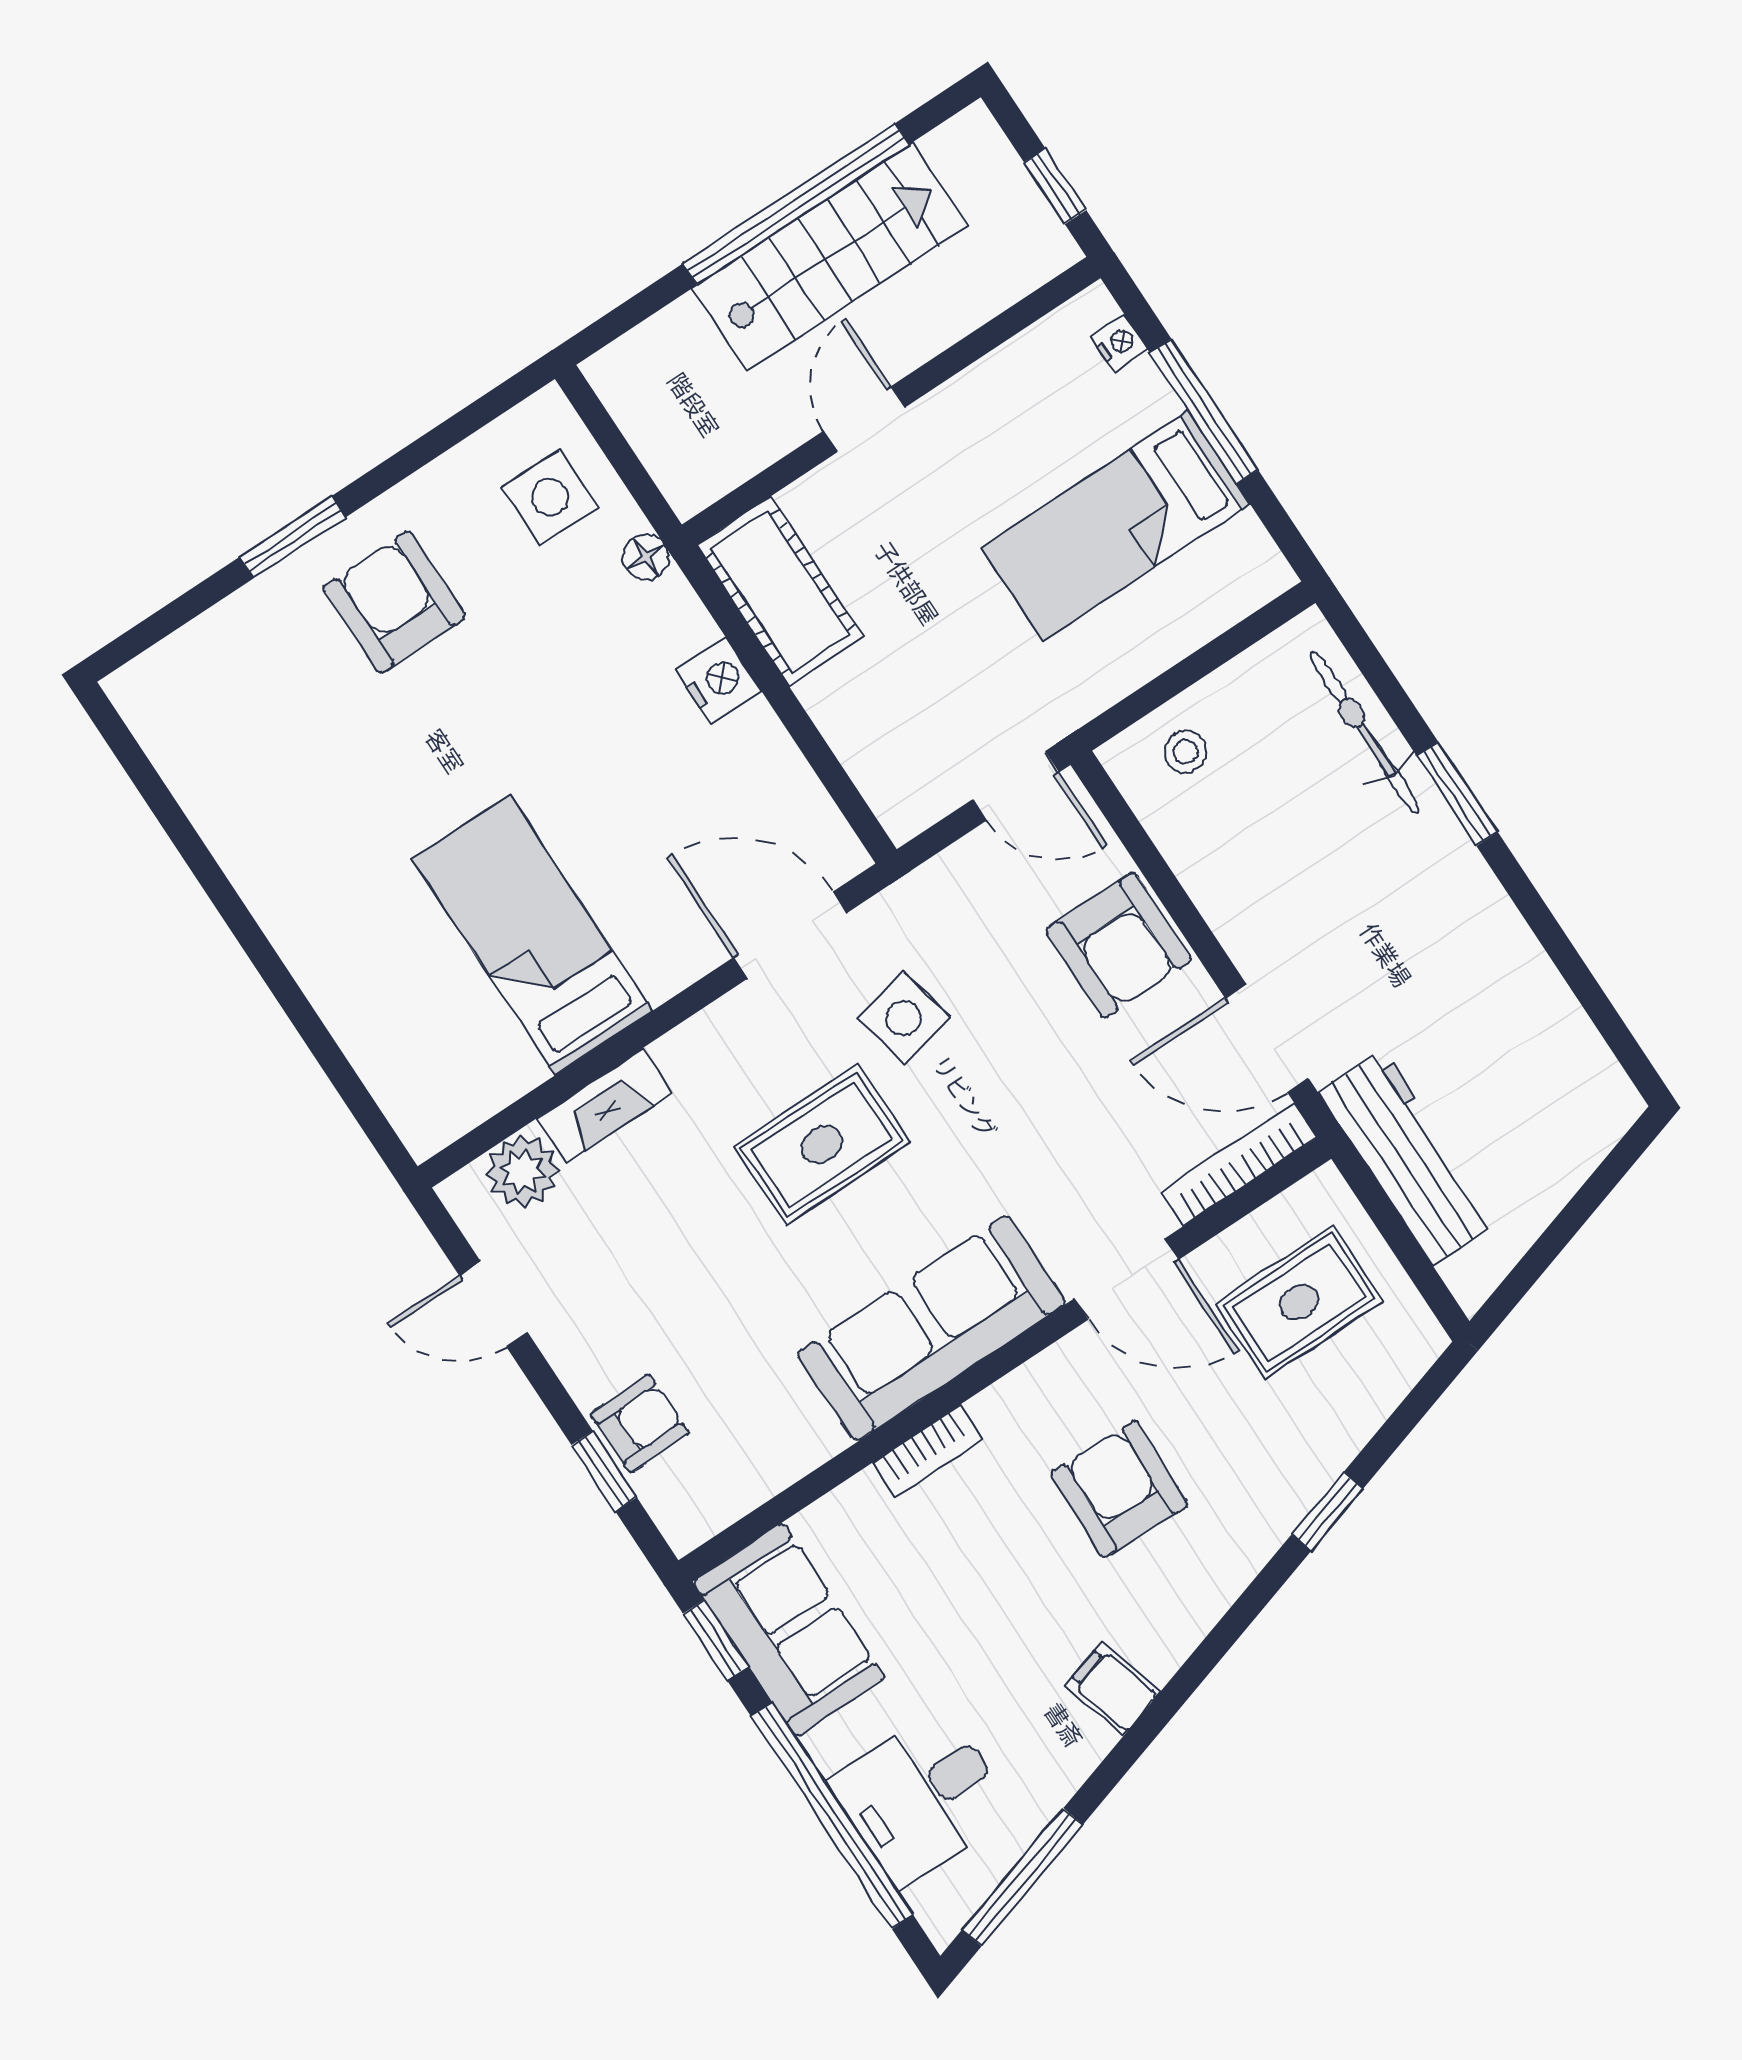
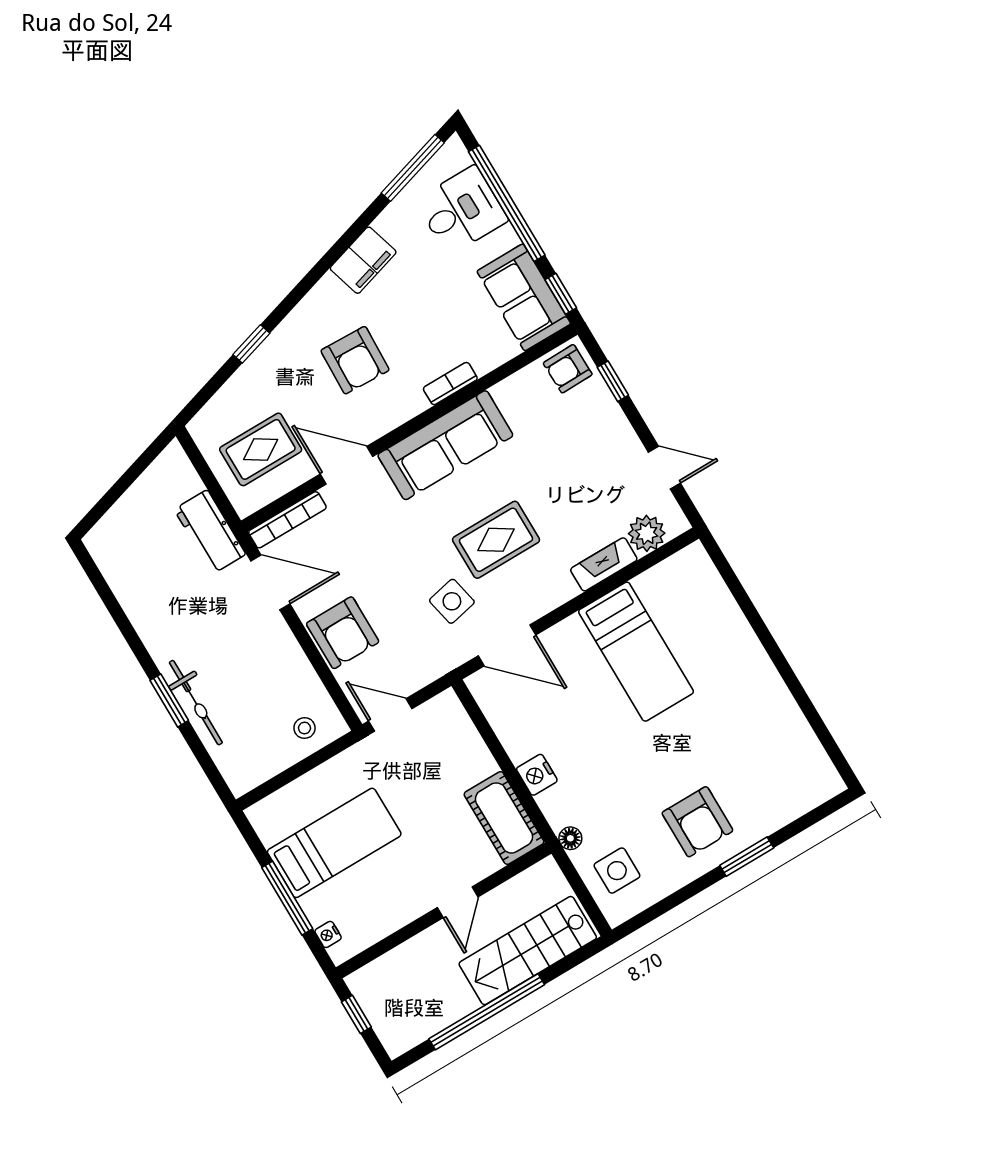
stairs: (830, 257) -> (528, 951), moved
bicycle: (1365, 732) -> (196, 703), moved
armchair: (1118, 945) -> (343, 633), turned 180
workbench: (1408, 1157) -> (210, 532), width x0.73
armchair: (640, 1423) -> (568, 369), moved
filing cabinet: (1113, 1689) -> (363, 260), width x2.00

